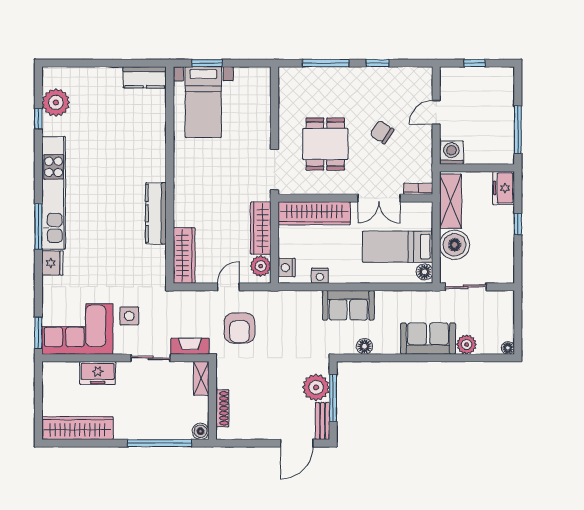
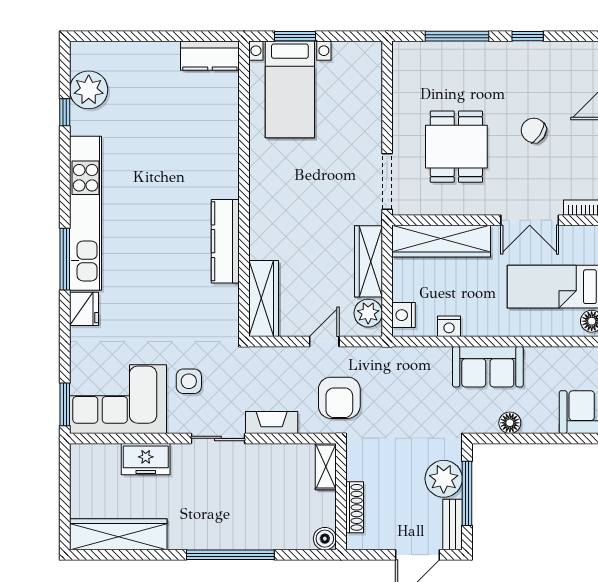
shelving: (201, 378) -> (326, 467), moved
wall: (212, 400) -> (341, 497), moved
shoe rack: (222, 408) -> (355, 507), moved
boiler: (201, 431) -> (325, 539), moved

